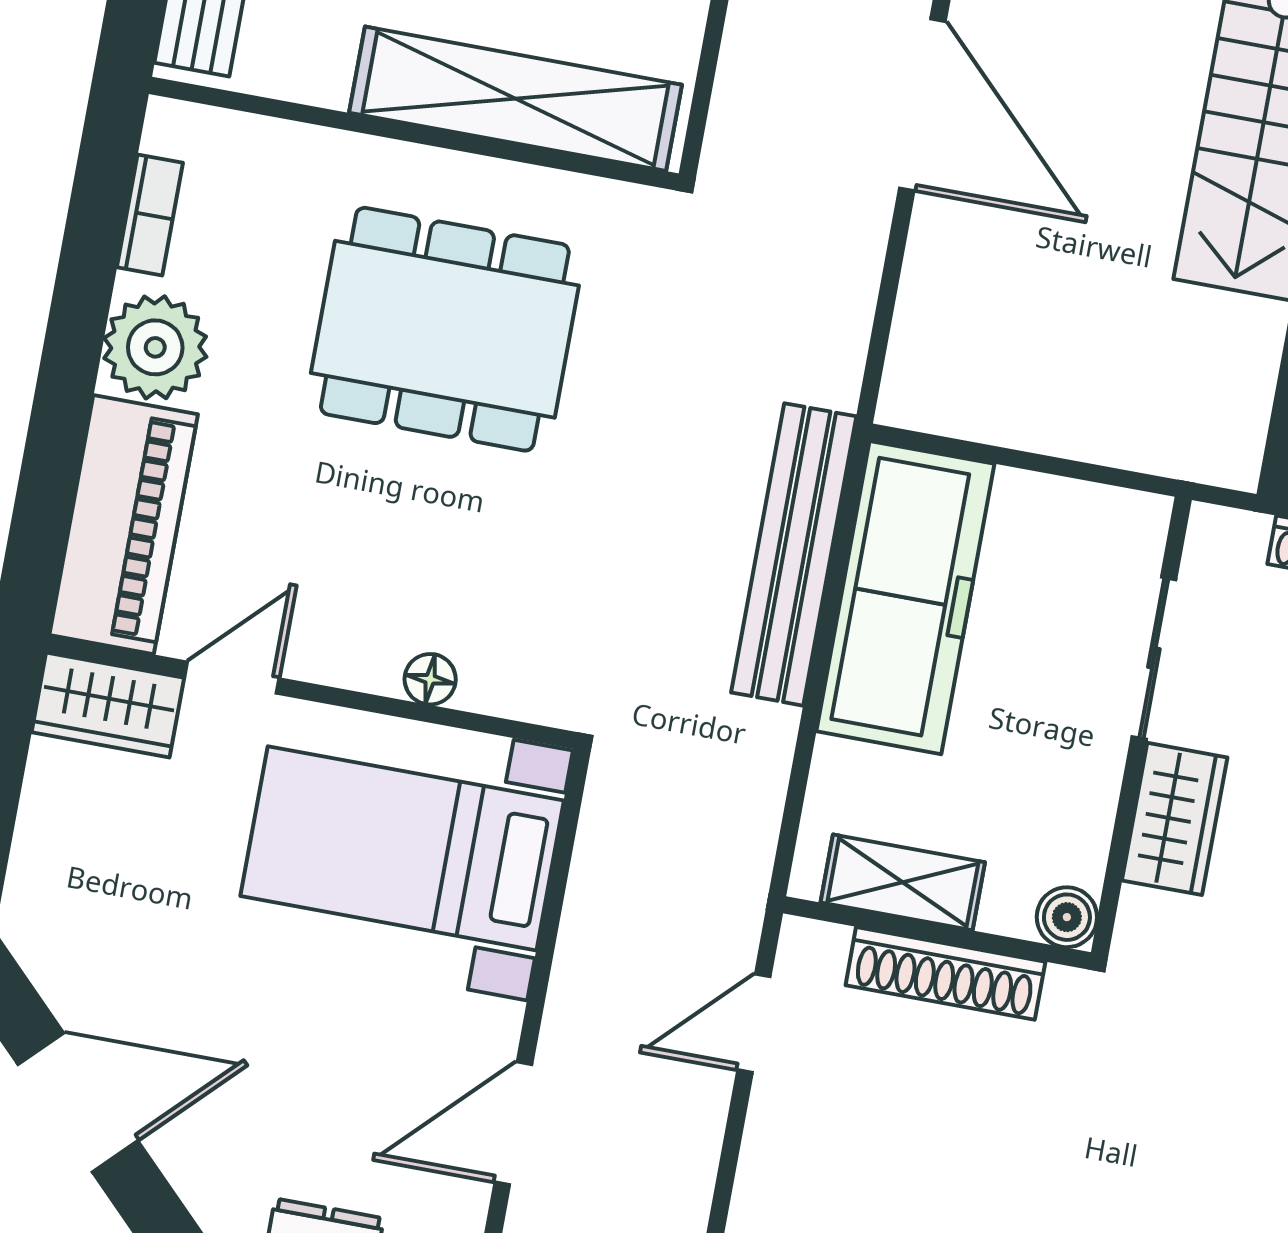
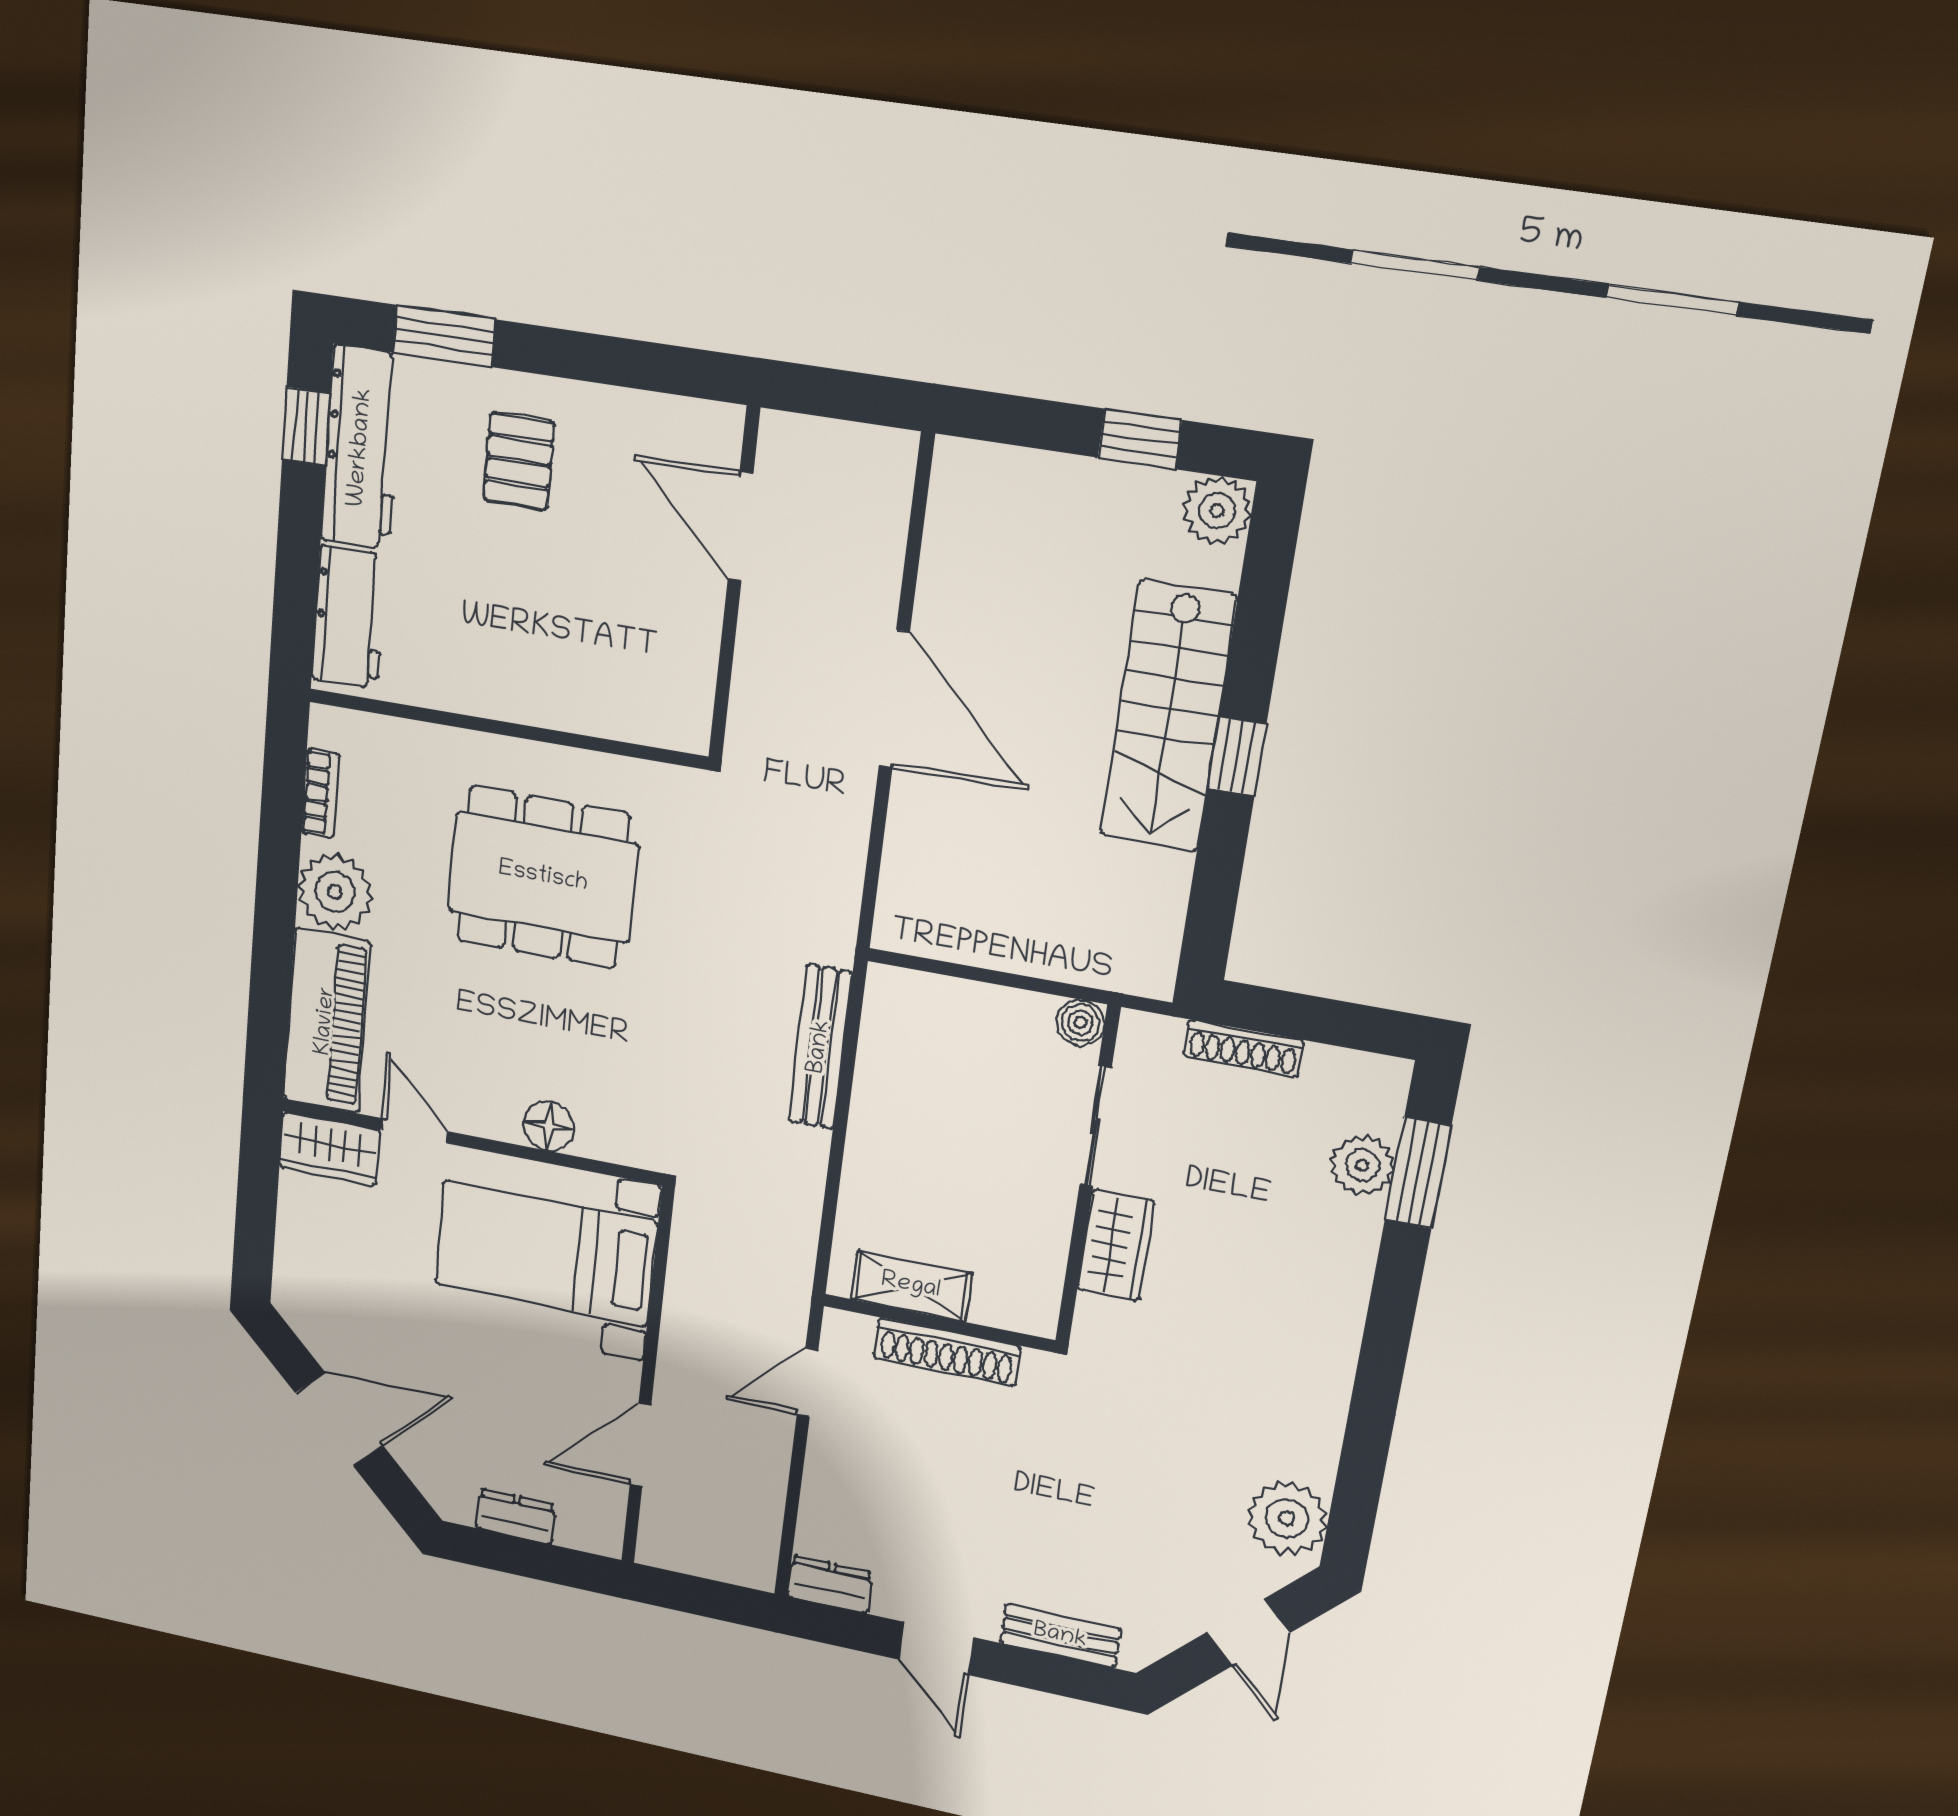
shelving: (515, 99) -> (580, 700), removed
bench: (794, 554) -> (820, 1047), width x0.73, depth x0.82
freezer: (905, 598) -> (902, 1079), removed
door: (232, 678) -> (414, 1131), hinge flipped
floor lamp: (430, 679) -> (549, 1126), width x1.37, depth x1.37
boiler: (1067, 917) -> (1080, 1023), moved

